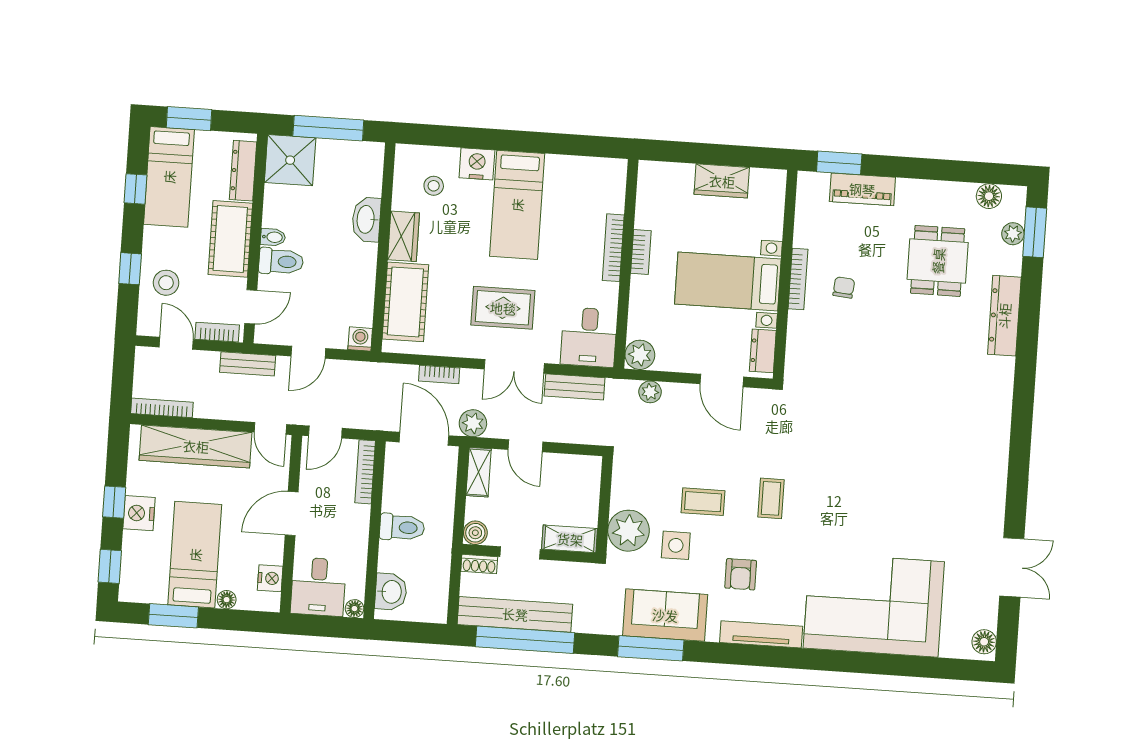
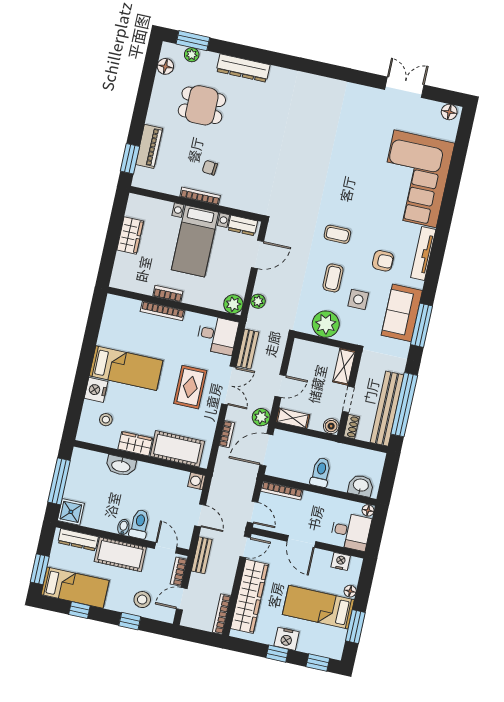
shower: (290, 160) -> (71, 512), width x0.73, depth x0.73
plant: (629, 531) -> (326, 324), moved

